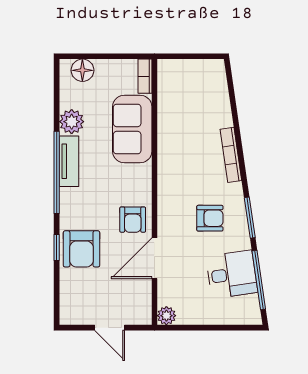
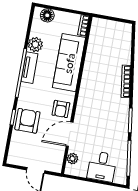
sofa: (132, 129) -> (69, 63), width x1.36
armchair: (210, 218) -> (107, 116), removed
armchair: (81, 249) -> (27, 121), turned 180
desk: (232, 274) -> (102, 166), moved, turned 98
plant: (166, 316) -> (72, 159), moved

